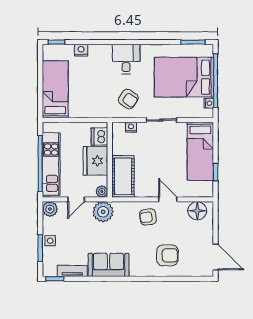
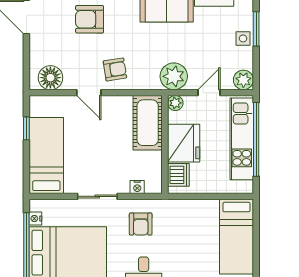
armchair: (128, 99) -> (141, 224), turned -124

